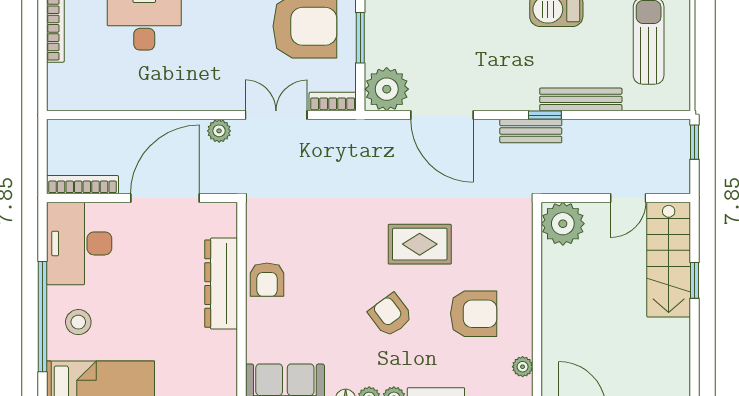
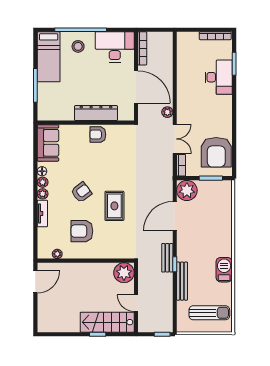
armchair: (474, 314) -> (82, 231), turned 90

